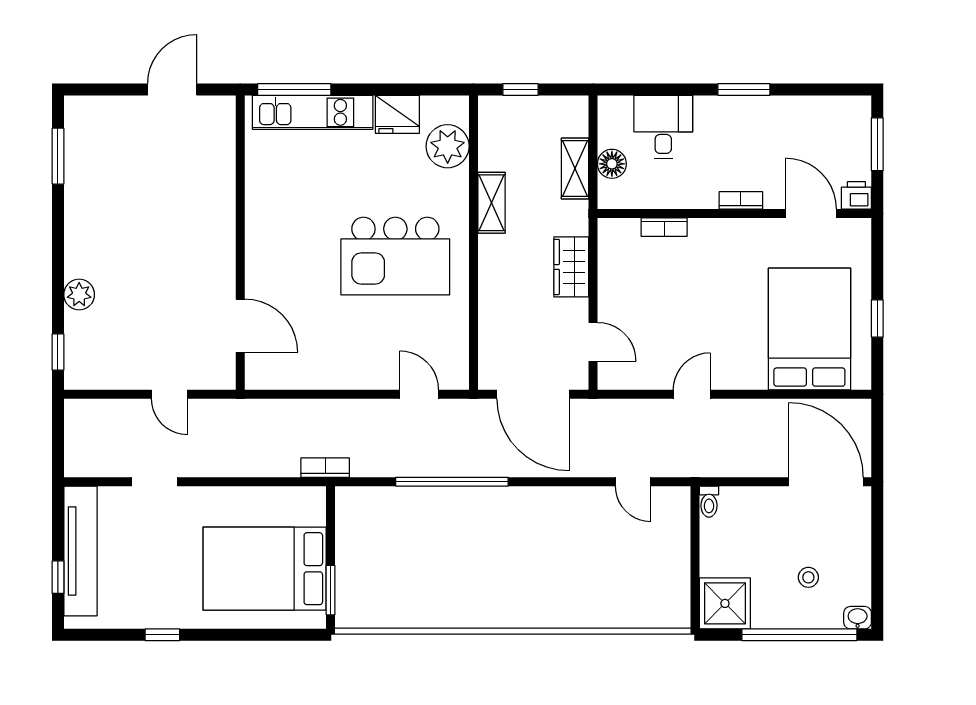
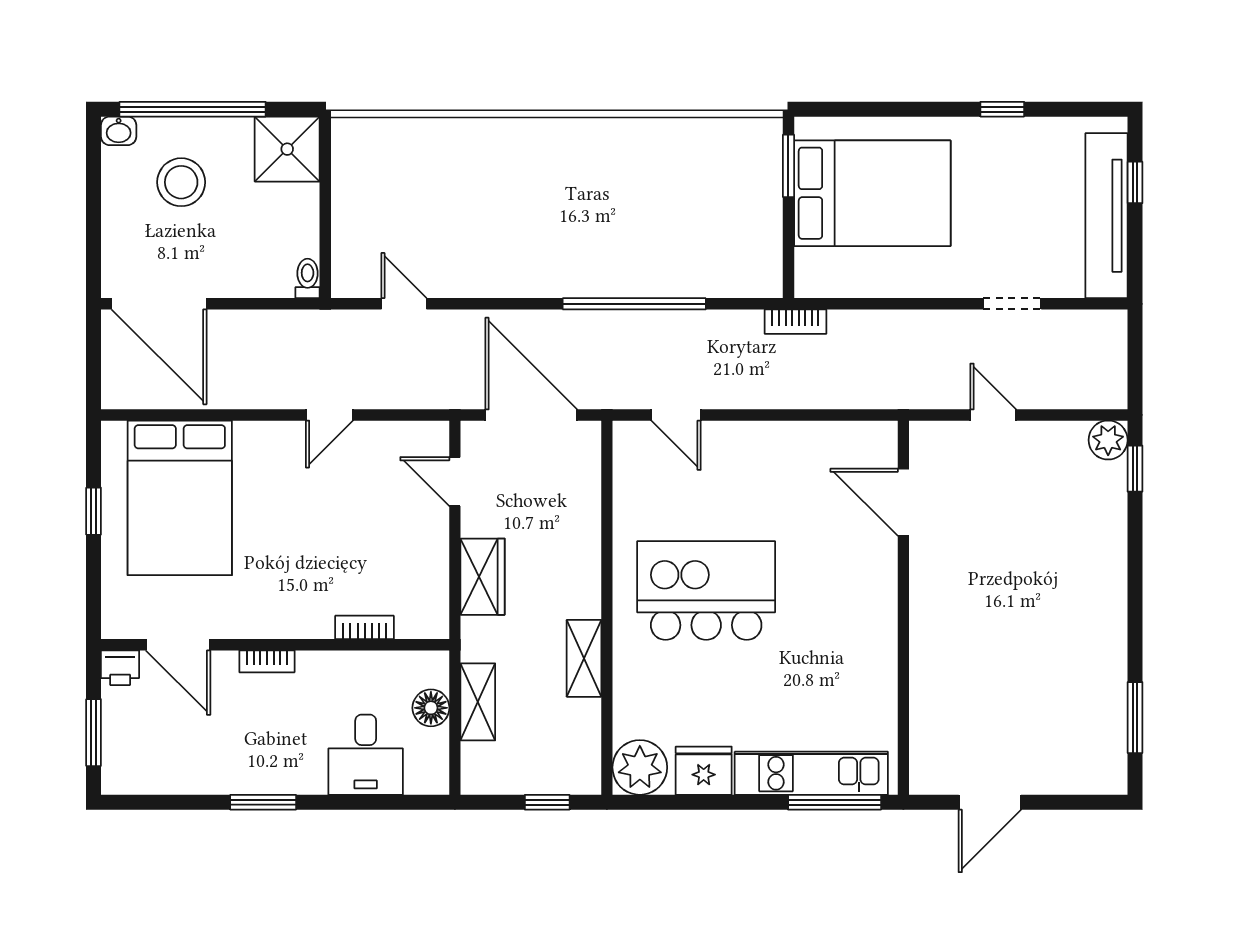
plant: (448, 146) -> (640, 767), moved
plant: (79, 295) -> (1108, 440), moved
stool: (808, 577) -> (181, 182), width x1.89, depth x1.89

